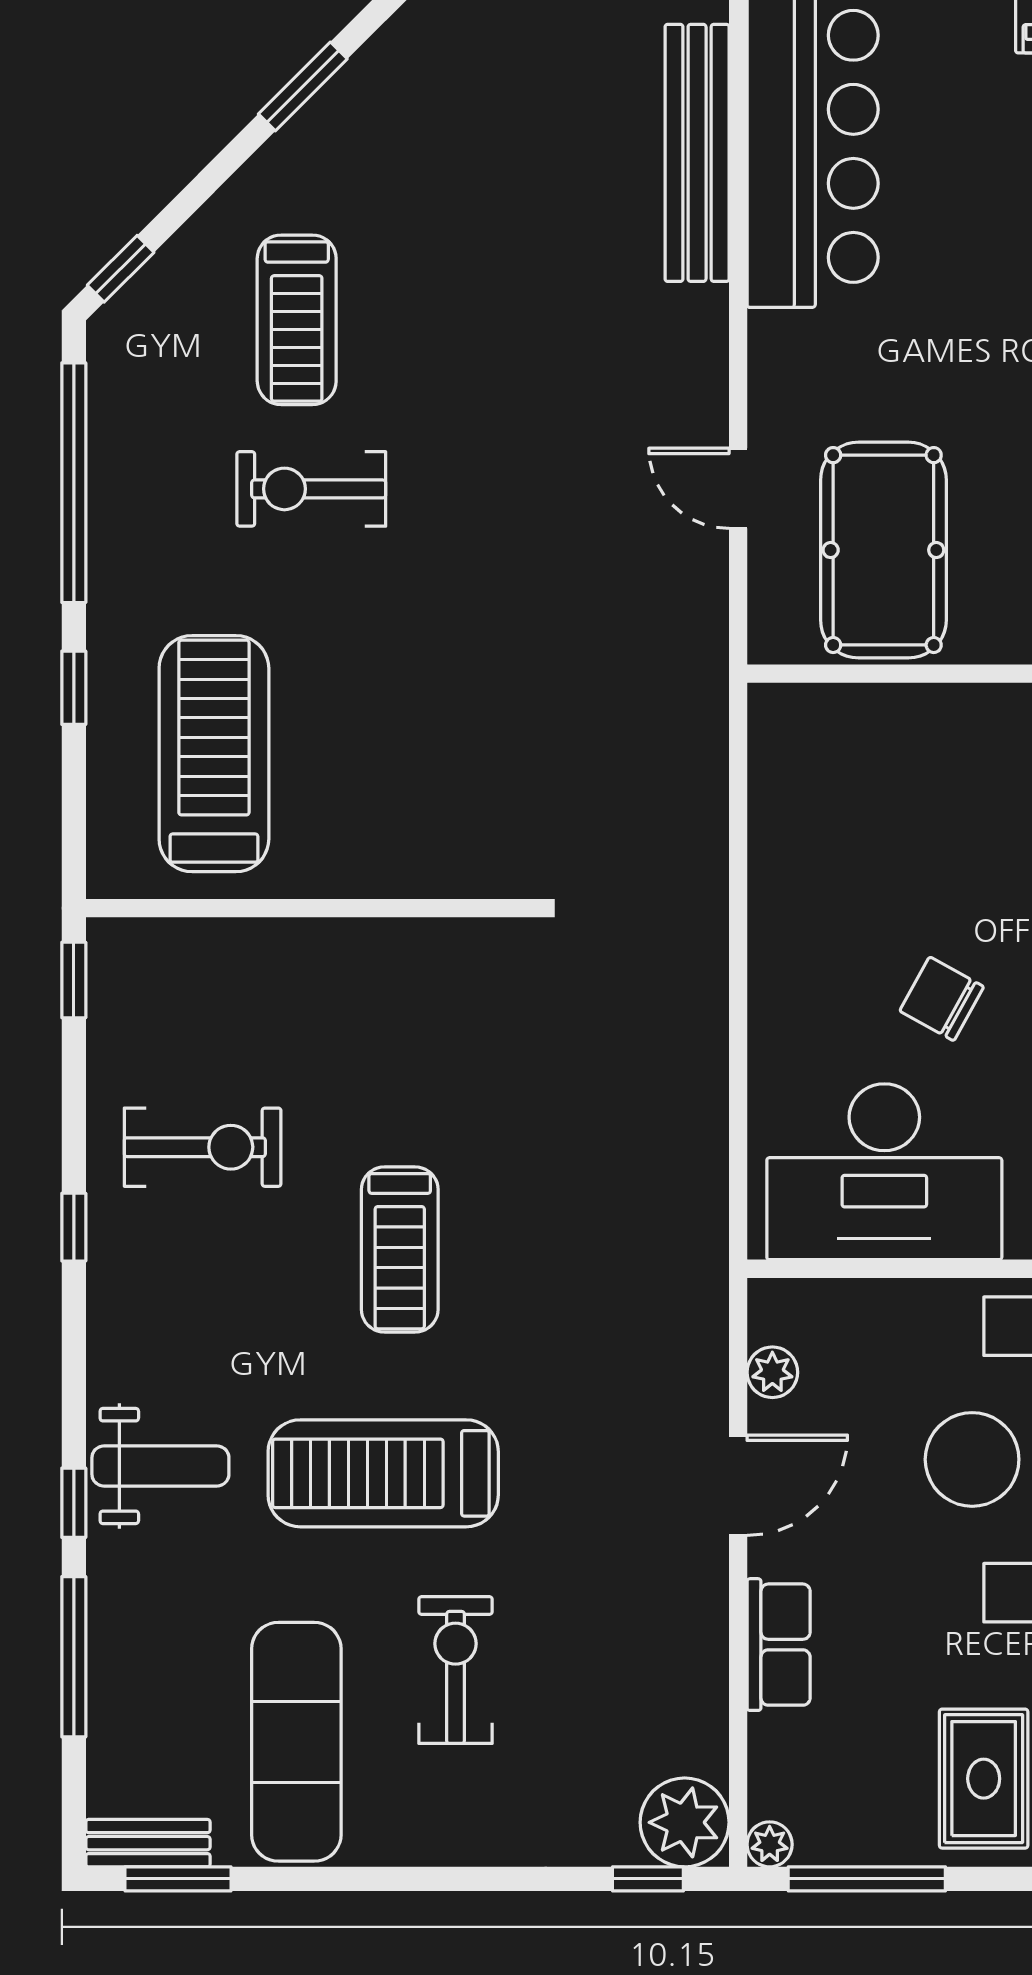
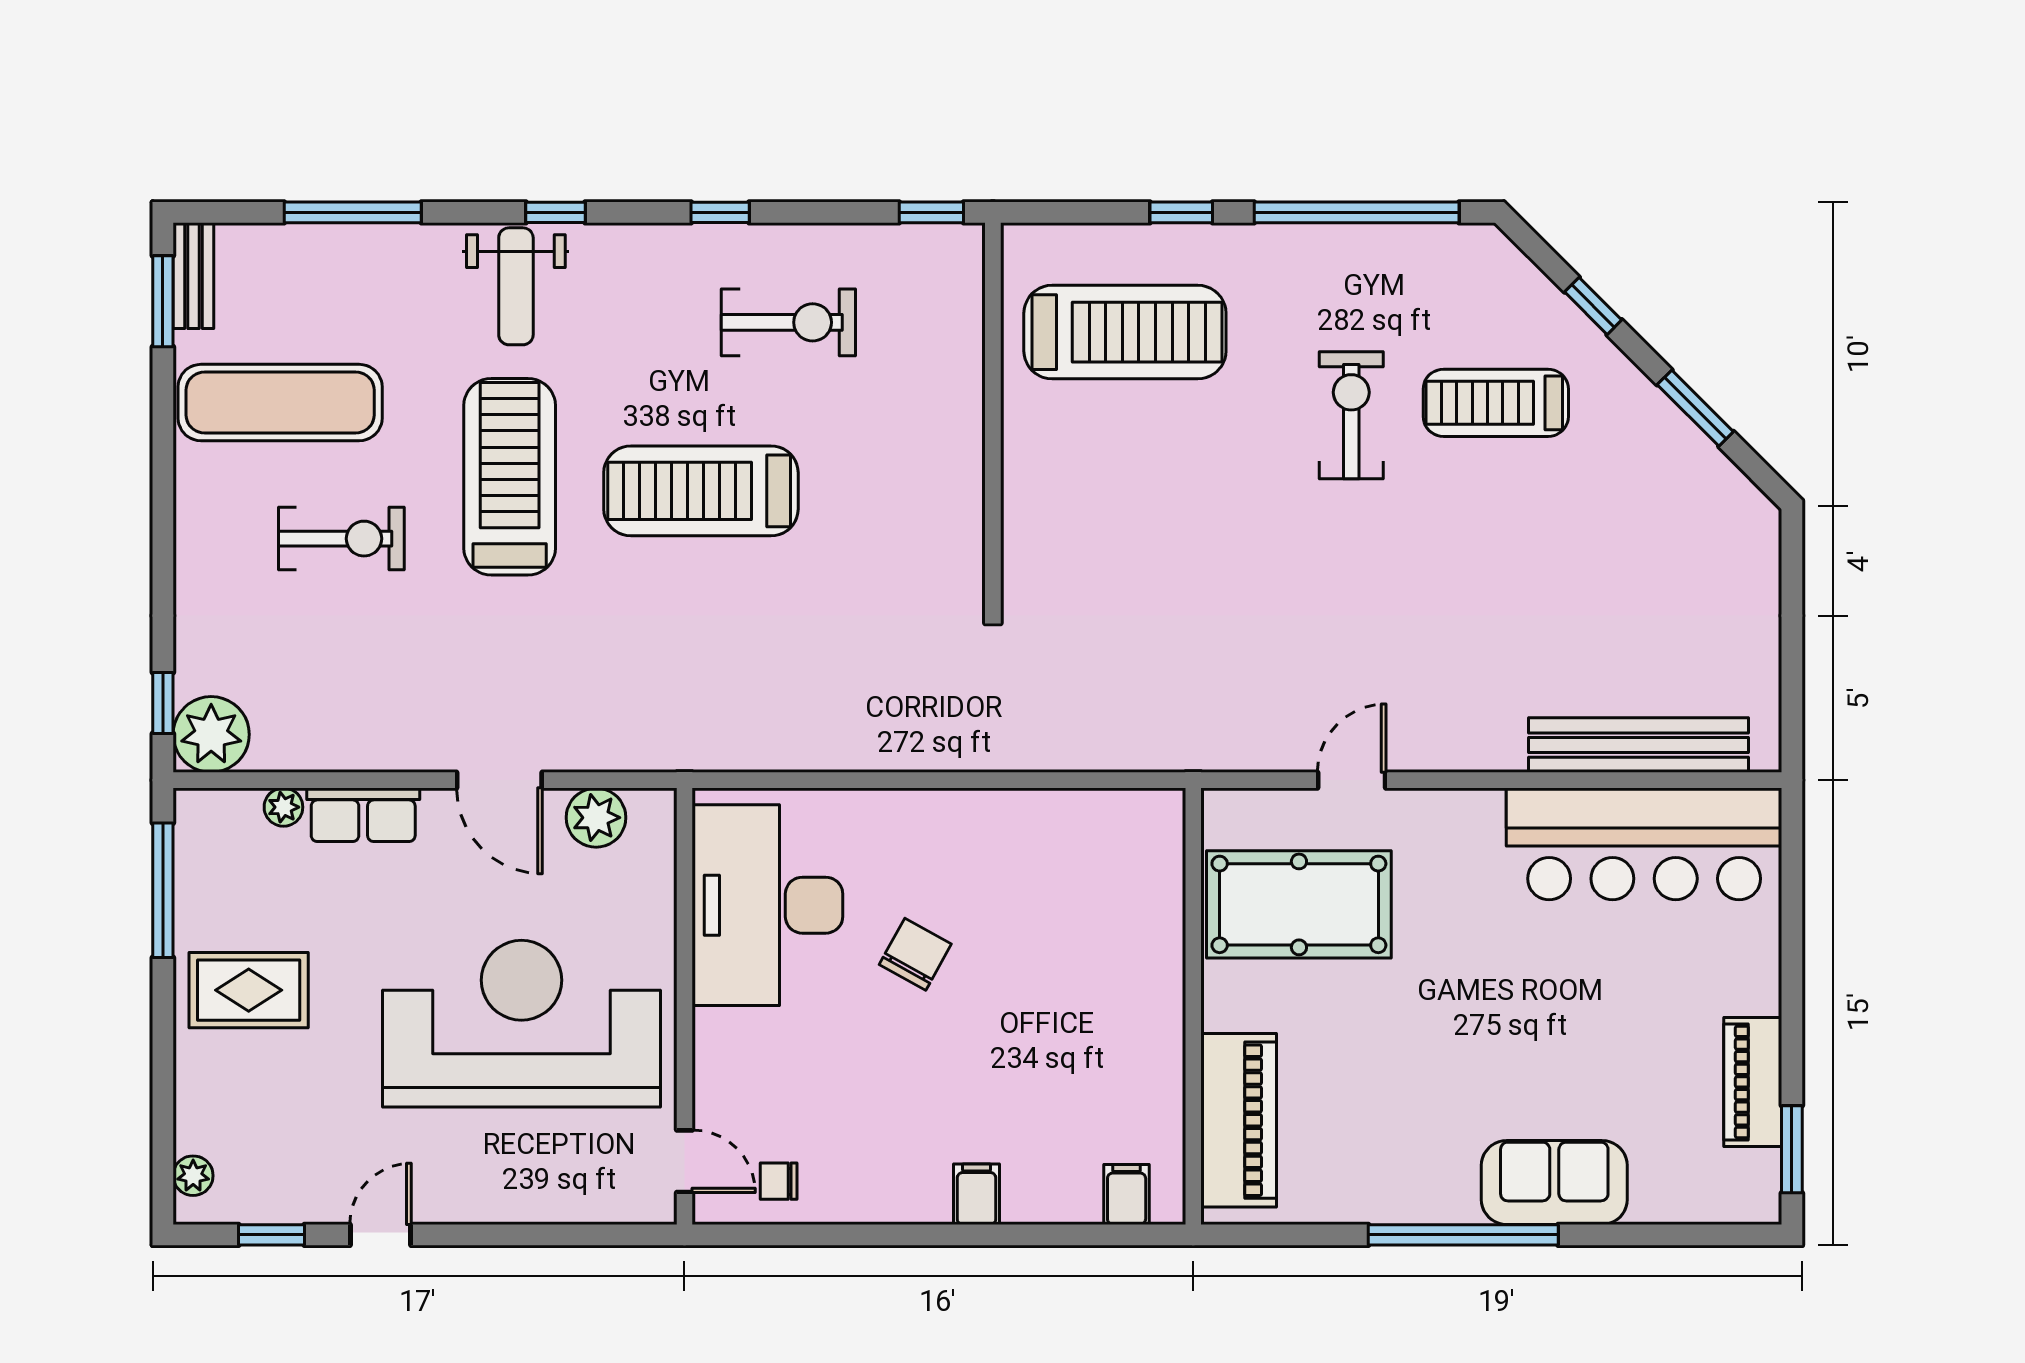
window: (121, 269) -> (1593, 306), moved
exercise bike: (203, 1147) -> (788, 322), turned -90
treadmill: (400, 1249) -> (701, 491), width x1.37, depth x1.38
plant: (772, 1372) -> (596, 818), width x1.38, depth x1.38
window: (74, 1503) -> (555, 212), moved
plant: (770, 1844) -> (283, 807), moved

